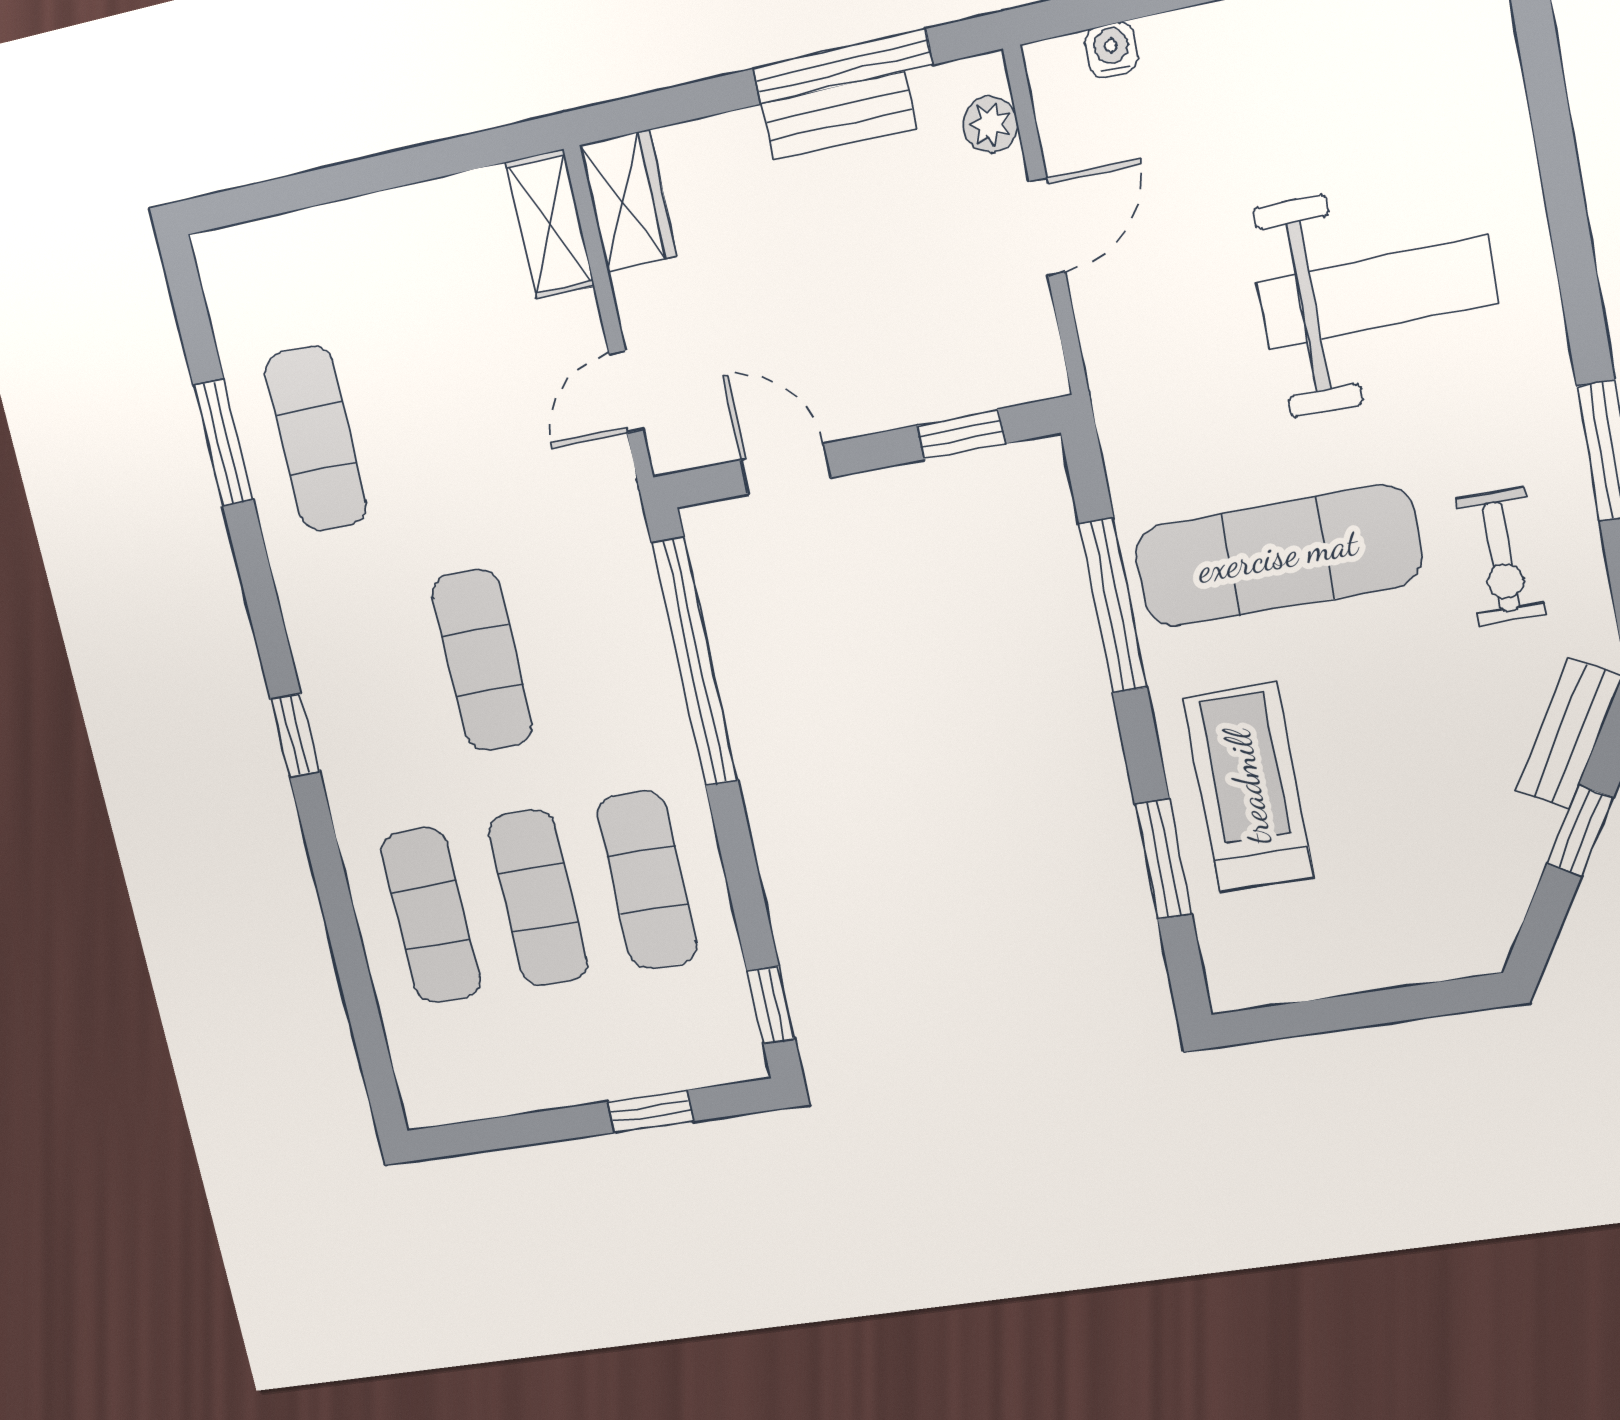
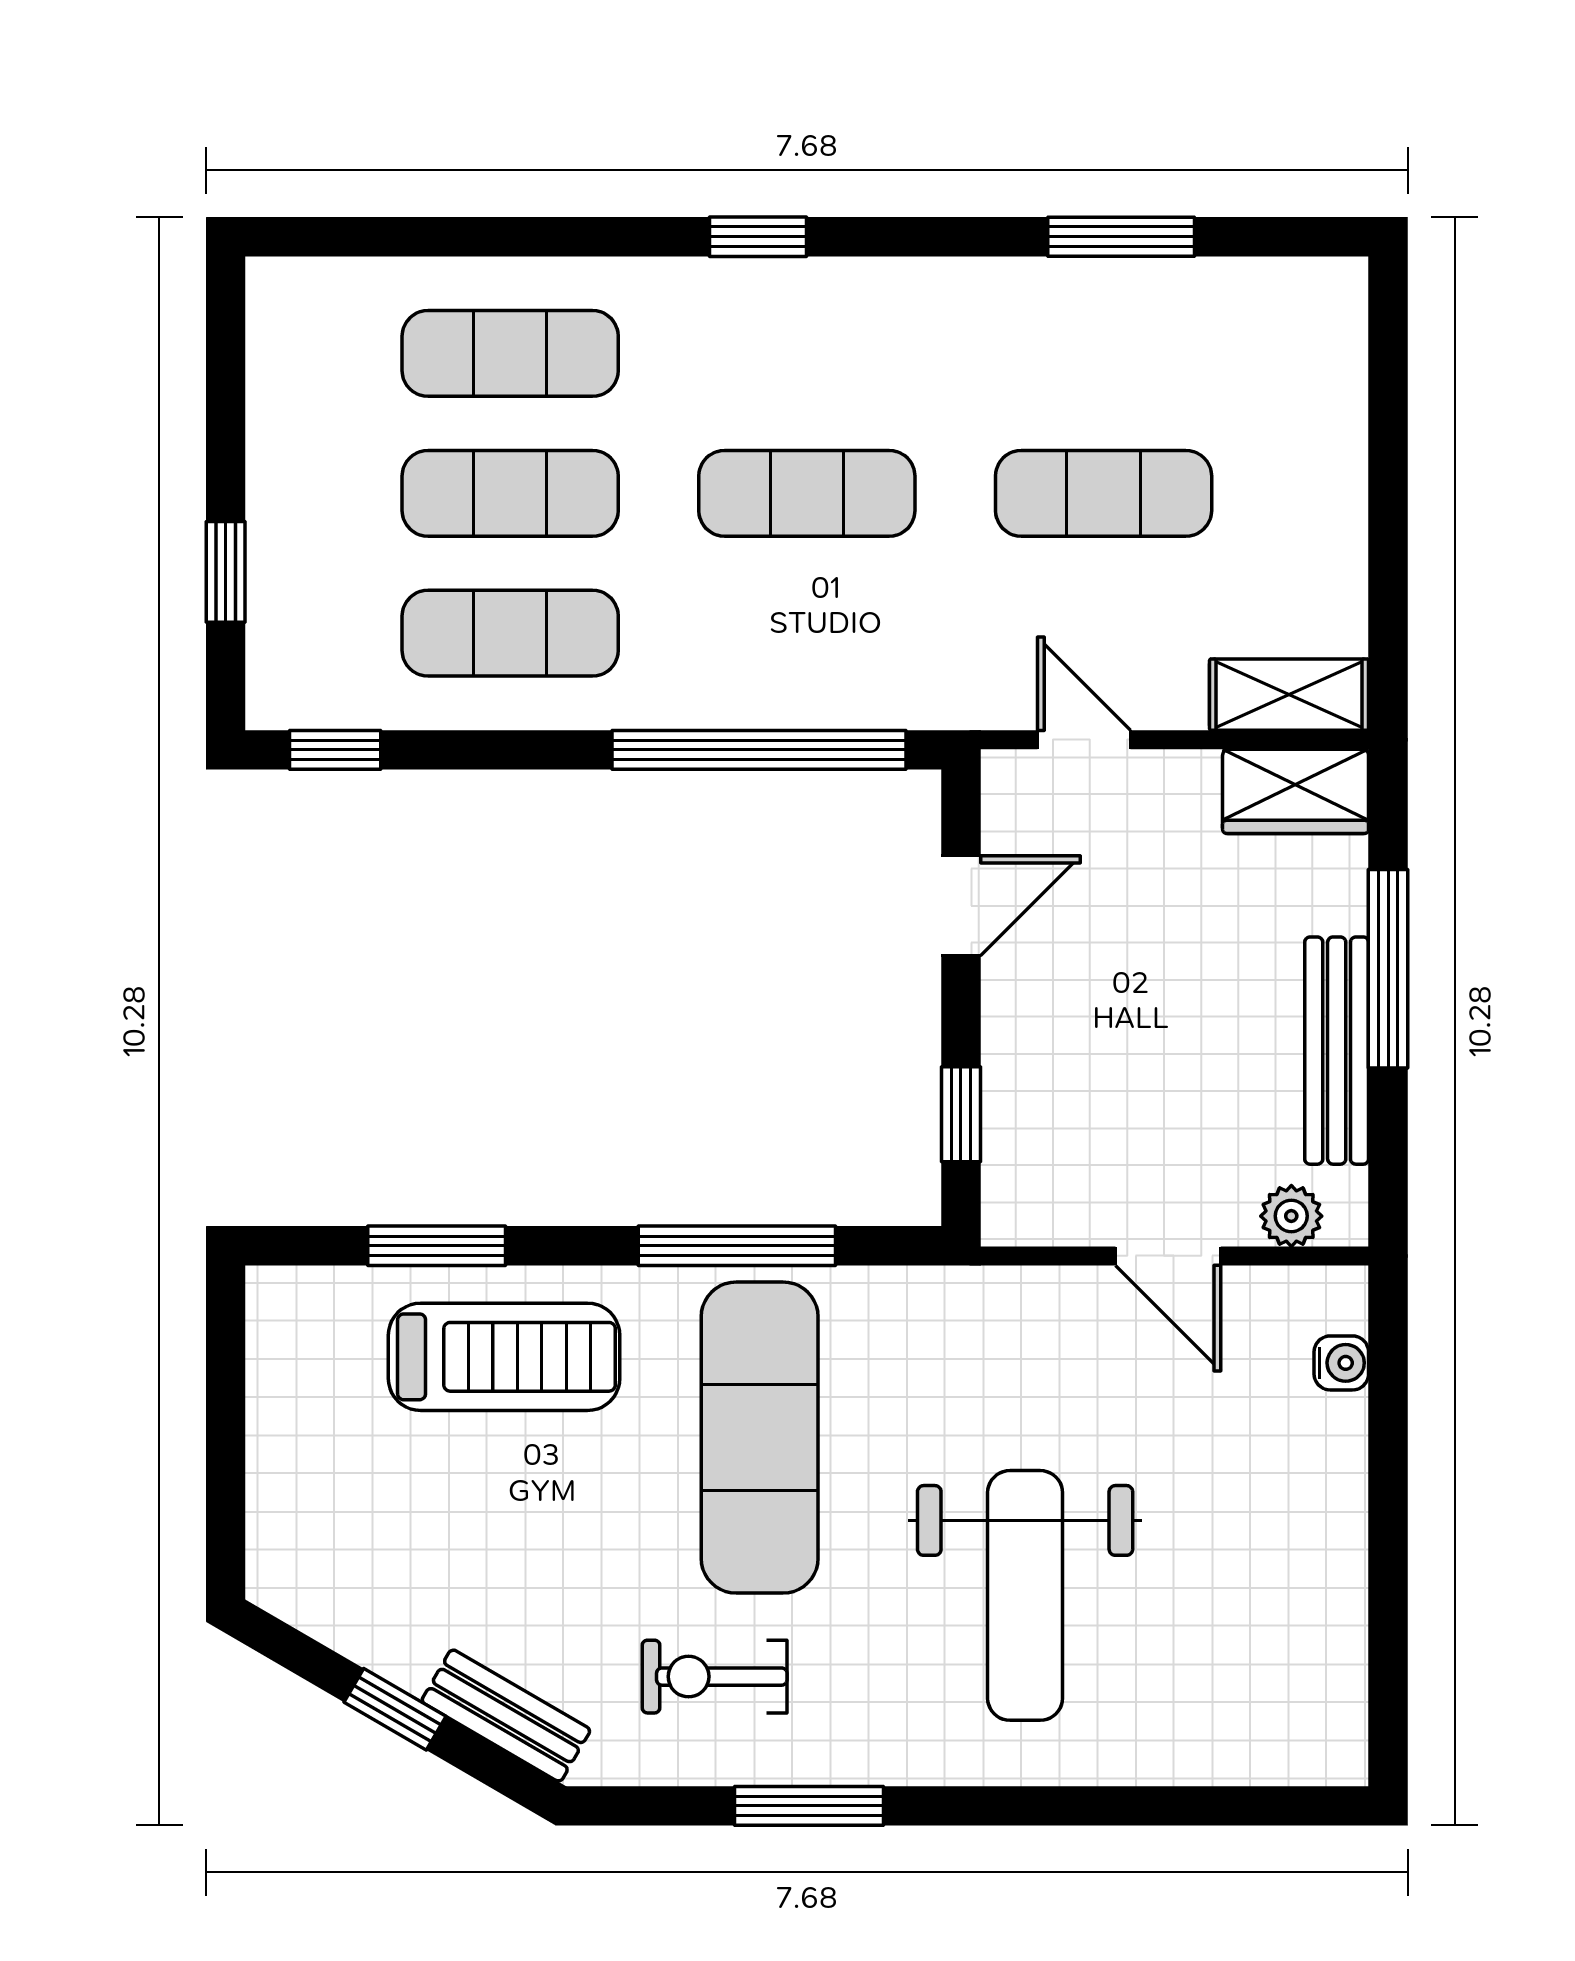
window: (843, 67) -> (1388, 969), moved
bench: (838, 116) -> (1337, 1051), width x1.36
exercise mat: (316, 439) -> (1104, 493), moved

